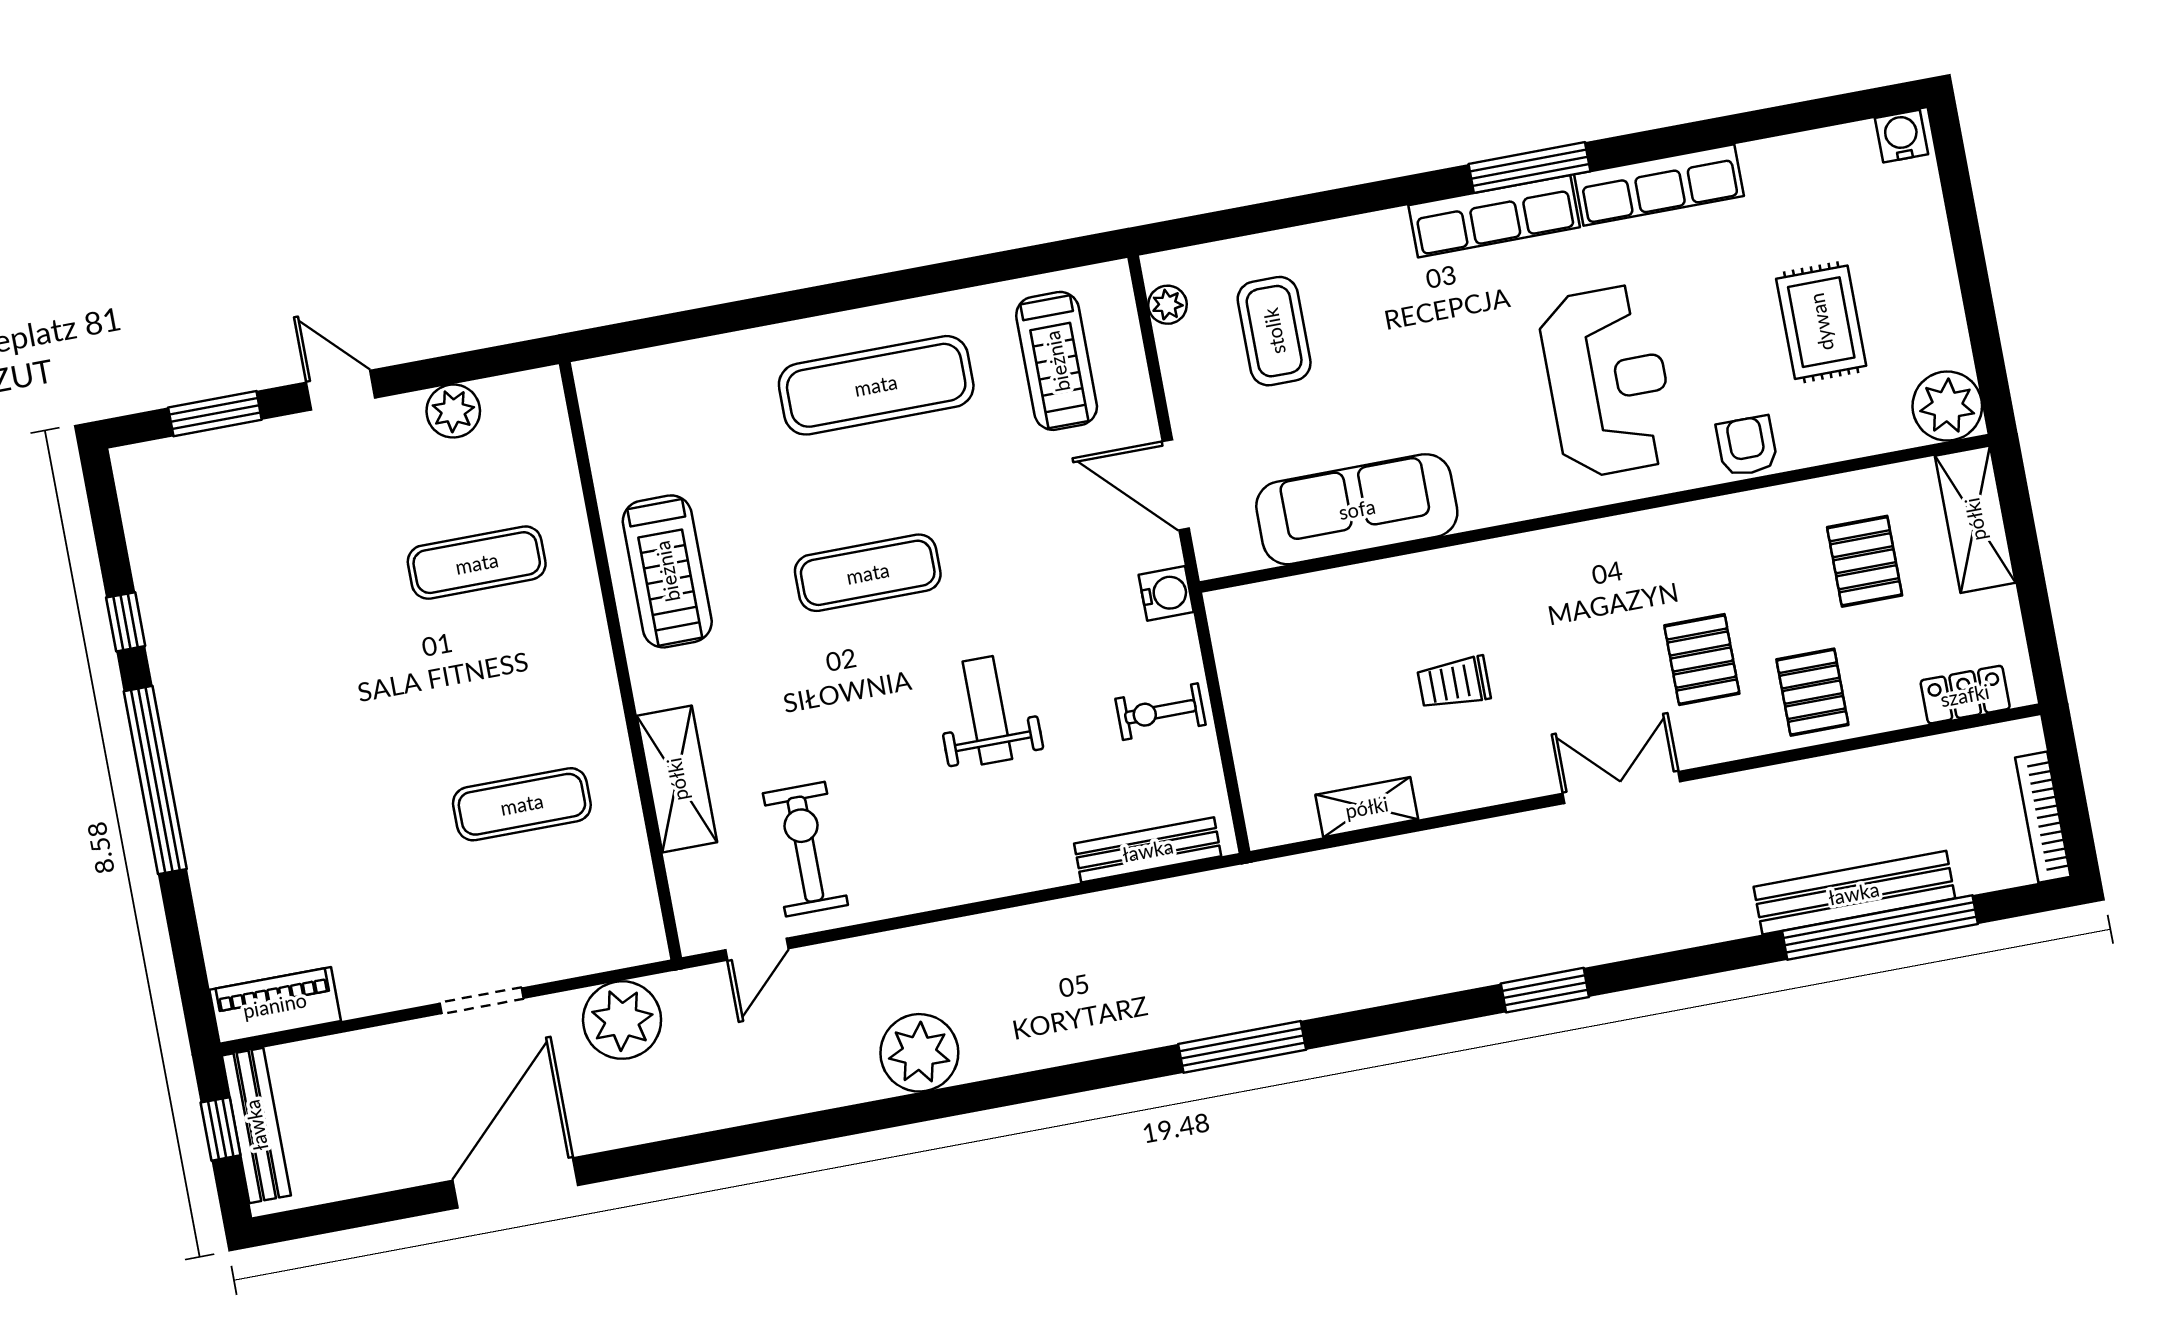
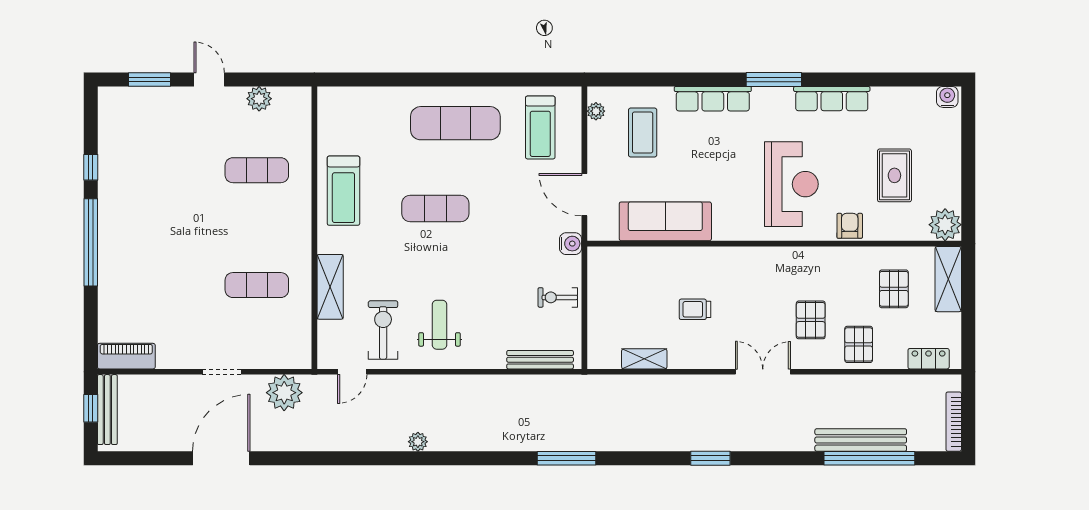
row of seats: (1494, 216) -> (713, 99), moved
weight bench: (987, 710) -> (440, 325), moved
plant: (919, 1053) -> (418, 442), width x0.53, depth x0.53

